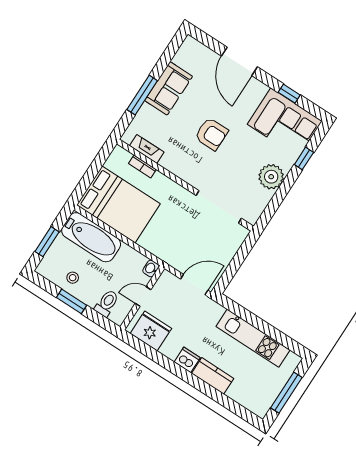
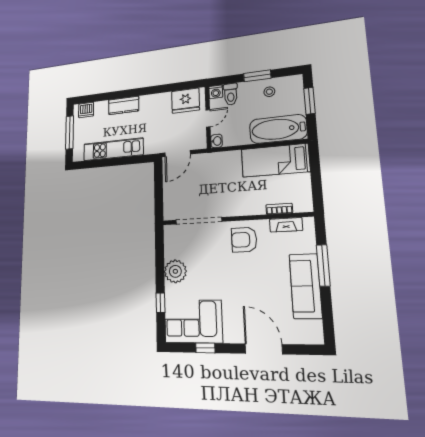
sofa: (169, 88) -> (305, 286), width x1.36
armchair: (211, 134) -> (244, 240), moved
bed: (118, 204) -> (275, 160), width x0.67
washing machine: (118, 317) -> (216, 92), added
dishwasher: (187, 360) -> (86, 110), moved

